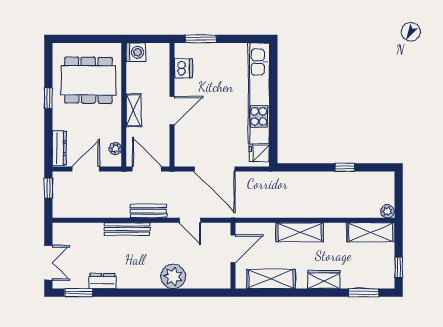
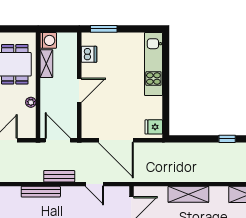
kitchen unit: (259, 93) -> (153, 64), width x0.73
shelving: (134, 110) -> (46, 64), moved
plant: (115, 149) -> (31, 102), moved

